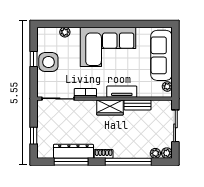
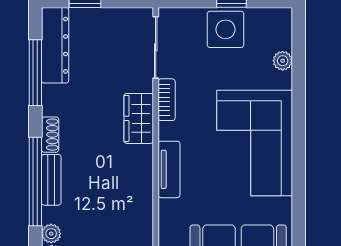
bench: (137, 105) -> (51, 180), moved
wardrobe: (110, 107) -> (139, 118), moved
dresser: (73, 151) -> (55, 45), moved

